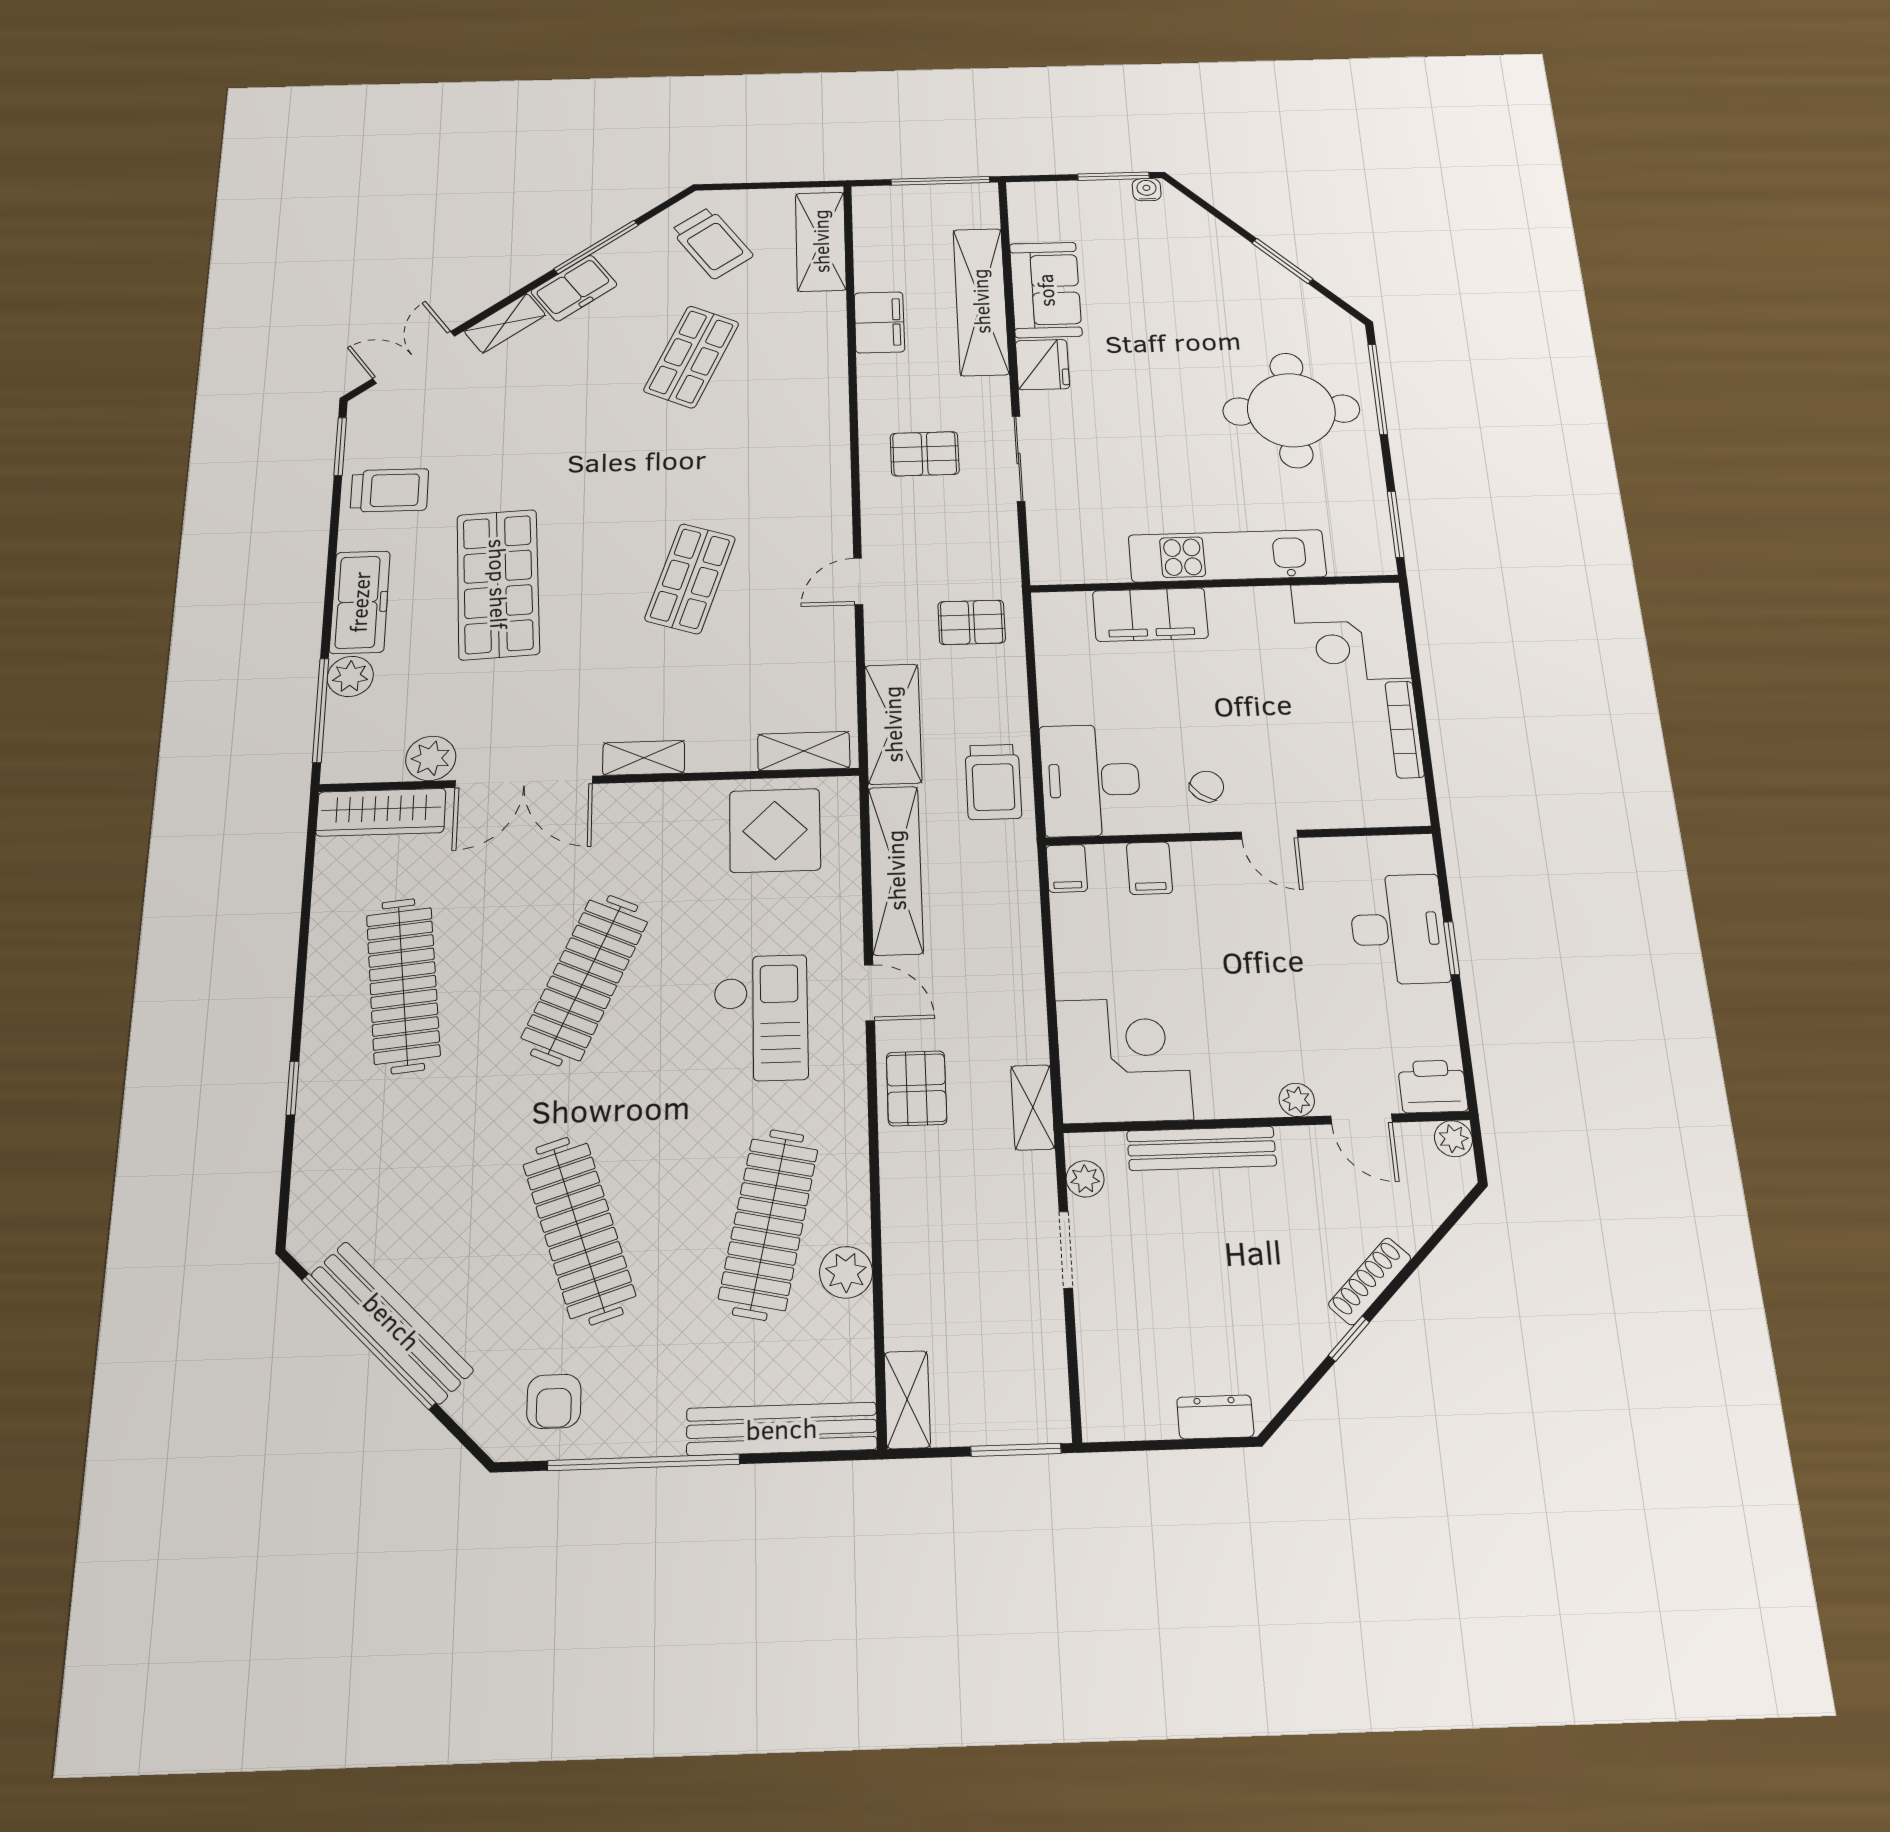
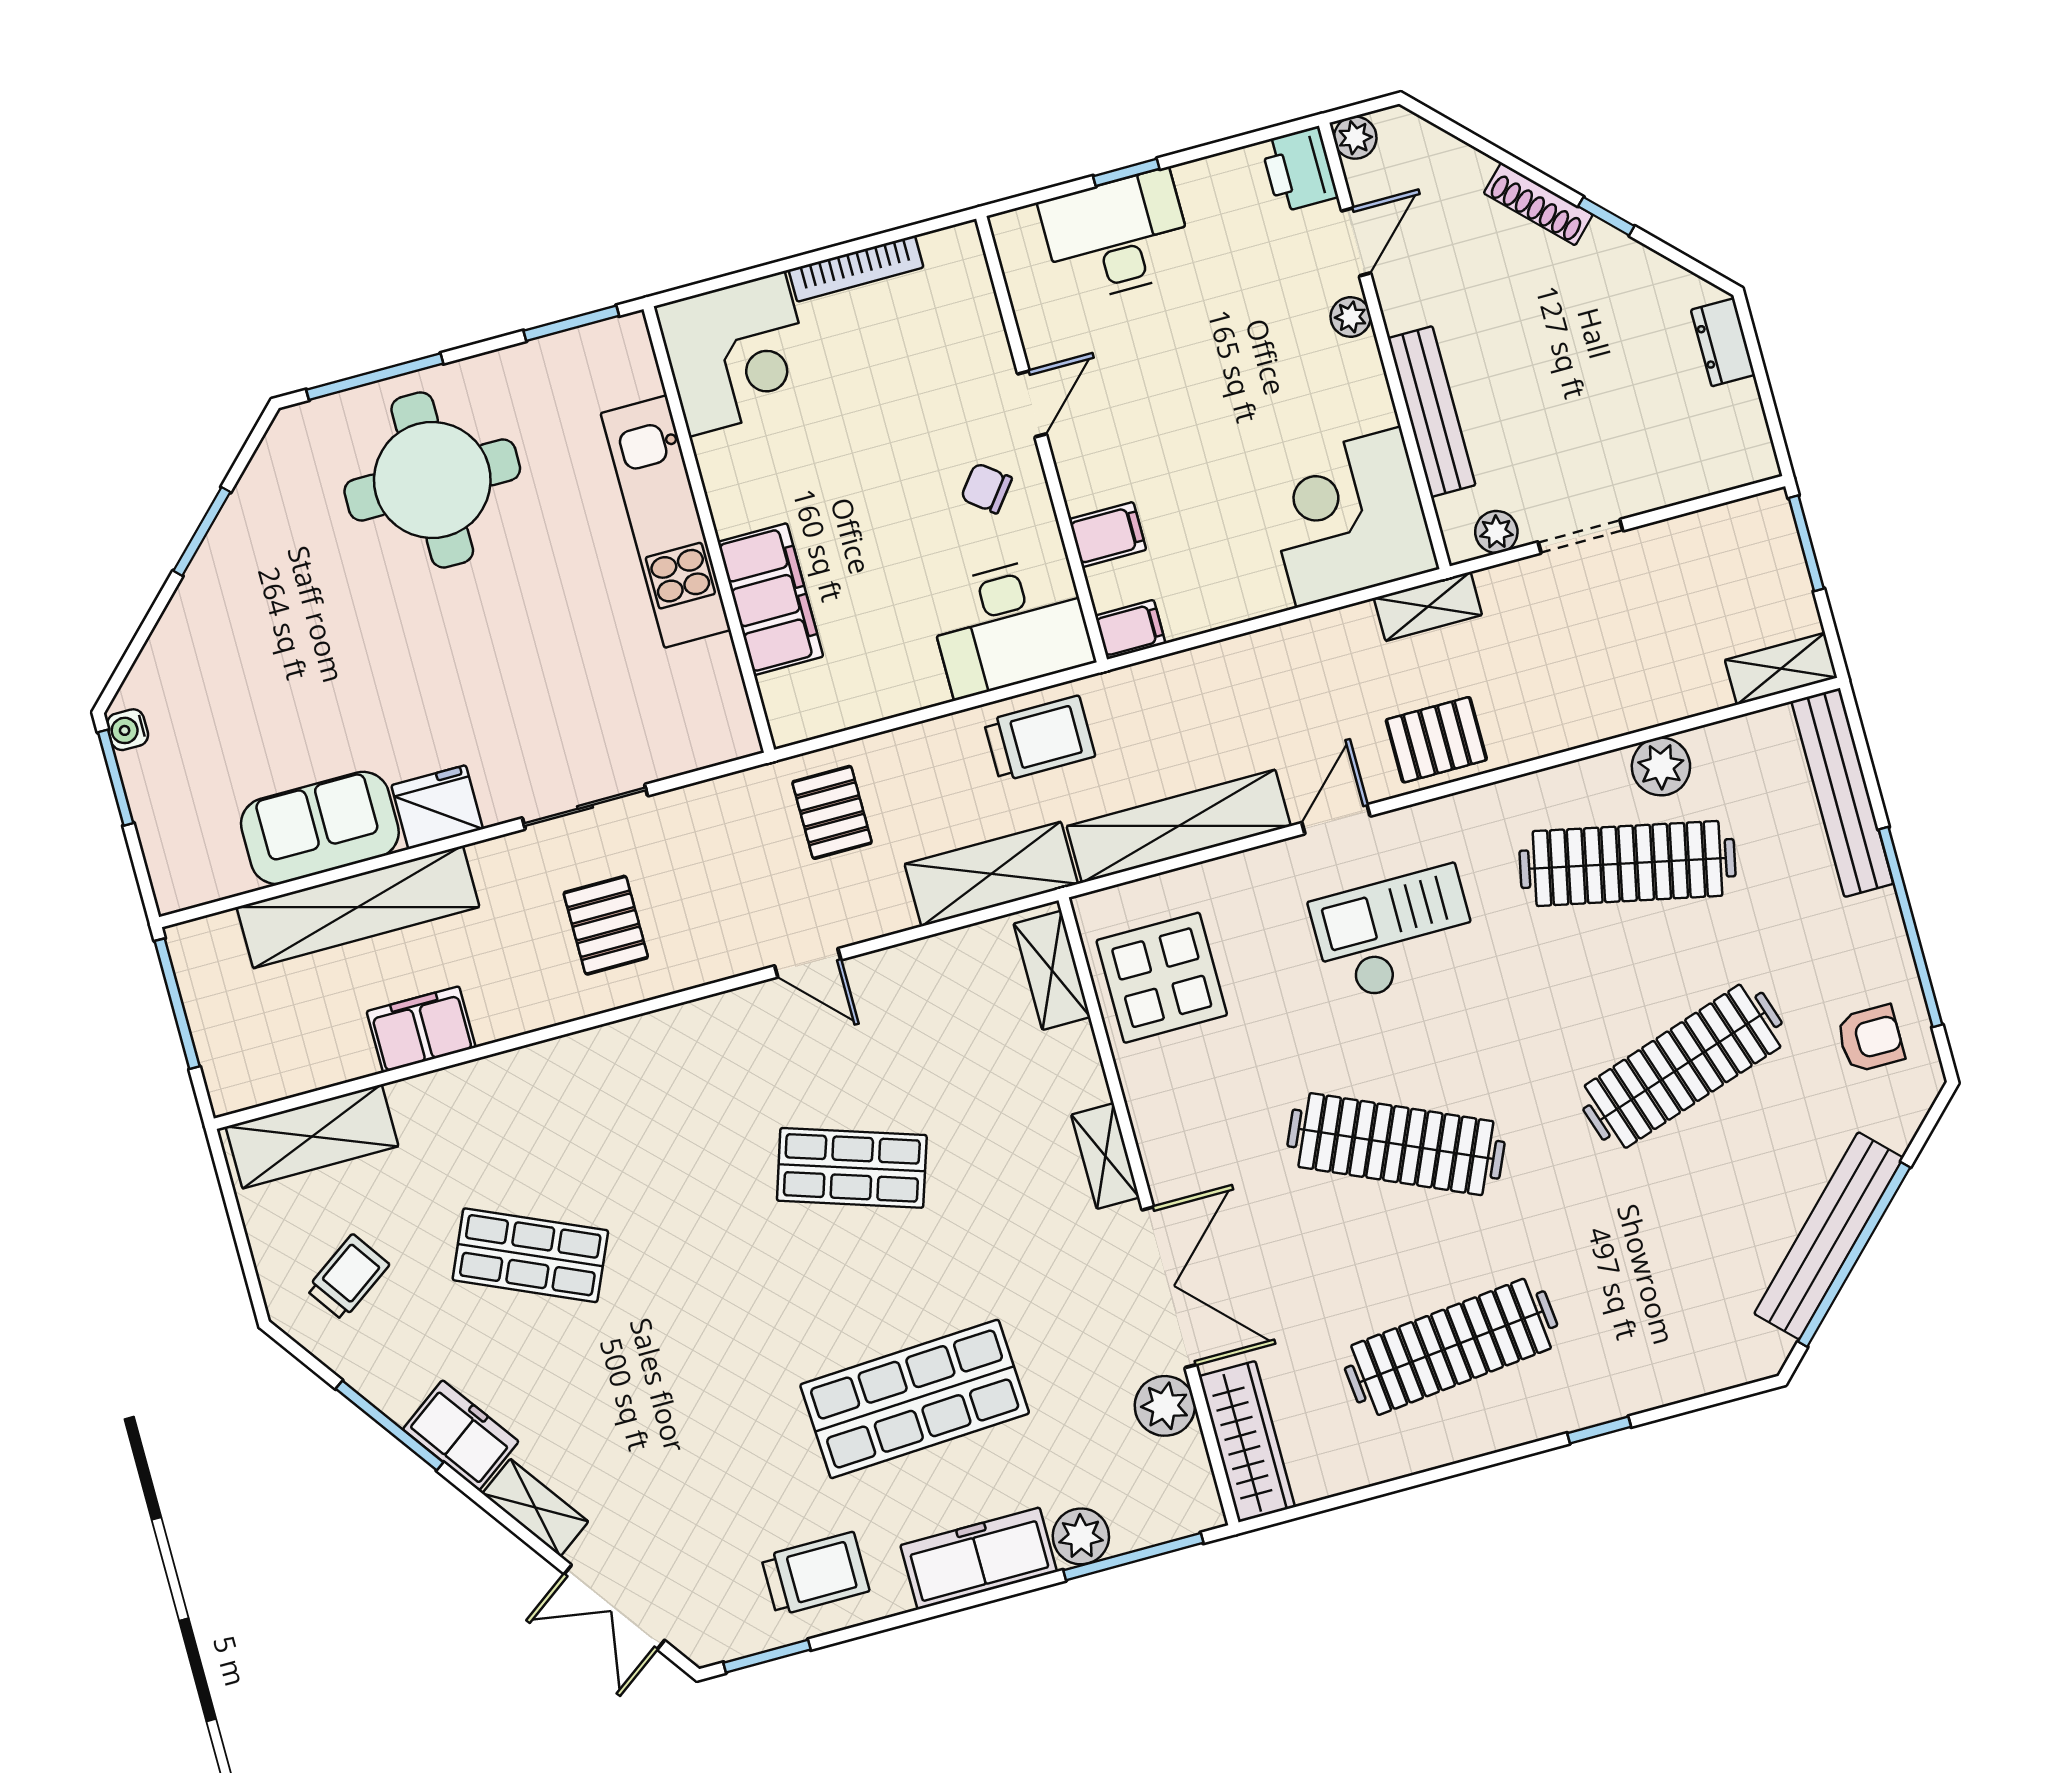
trolley: (712, 243) -> (348, 1277), width x0.73, depth x0.72
trolley: (389, 490) -> (815, 1574), turned 90

